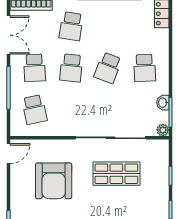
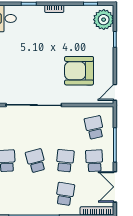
school desk: (108, 68) -> (36, 161), turned -36
shop shelf: (116, 174) -> (29, 76), removed
armchair: (54, 181) -> (79, 71), turned -90

